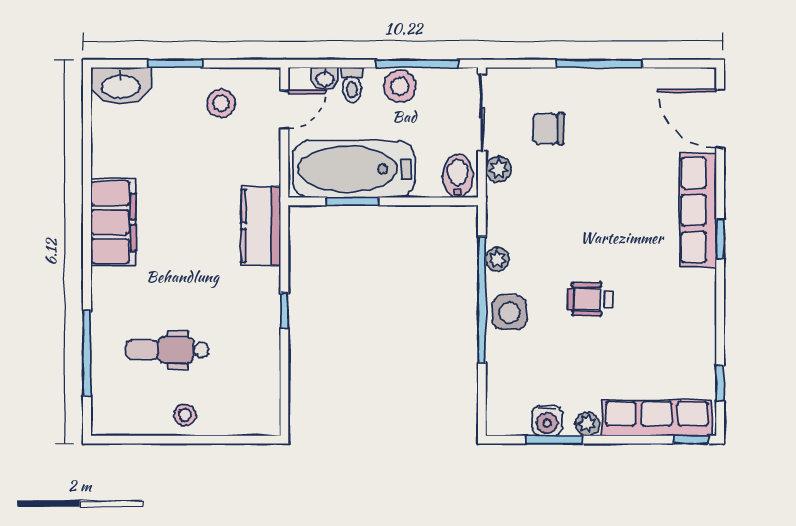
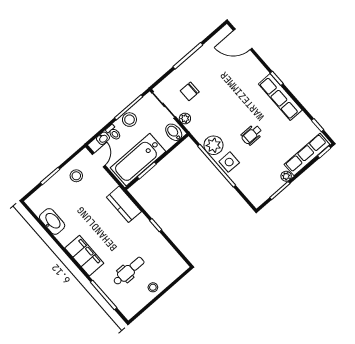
washbasin: (121, 86) -> (52, 221), moved, turned -90
row of seats: (698, 210) -> (280, 97), moved
filing cabinet: (113, 222) -> (84, 256), moved
plant: (497, 259) -> (213, 145), width x1.87, depth x1.87
dental chair: (167, 350) -> (129, 271), turned 180
water cooler: (547, 421) -> (272, 186), removed

